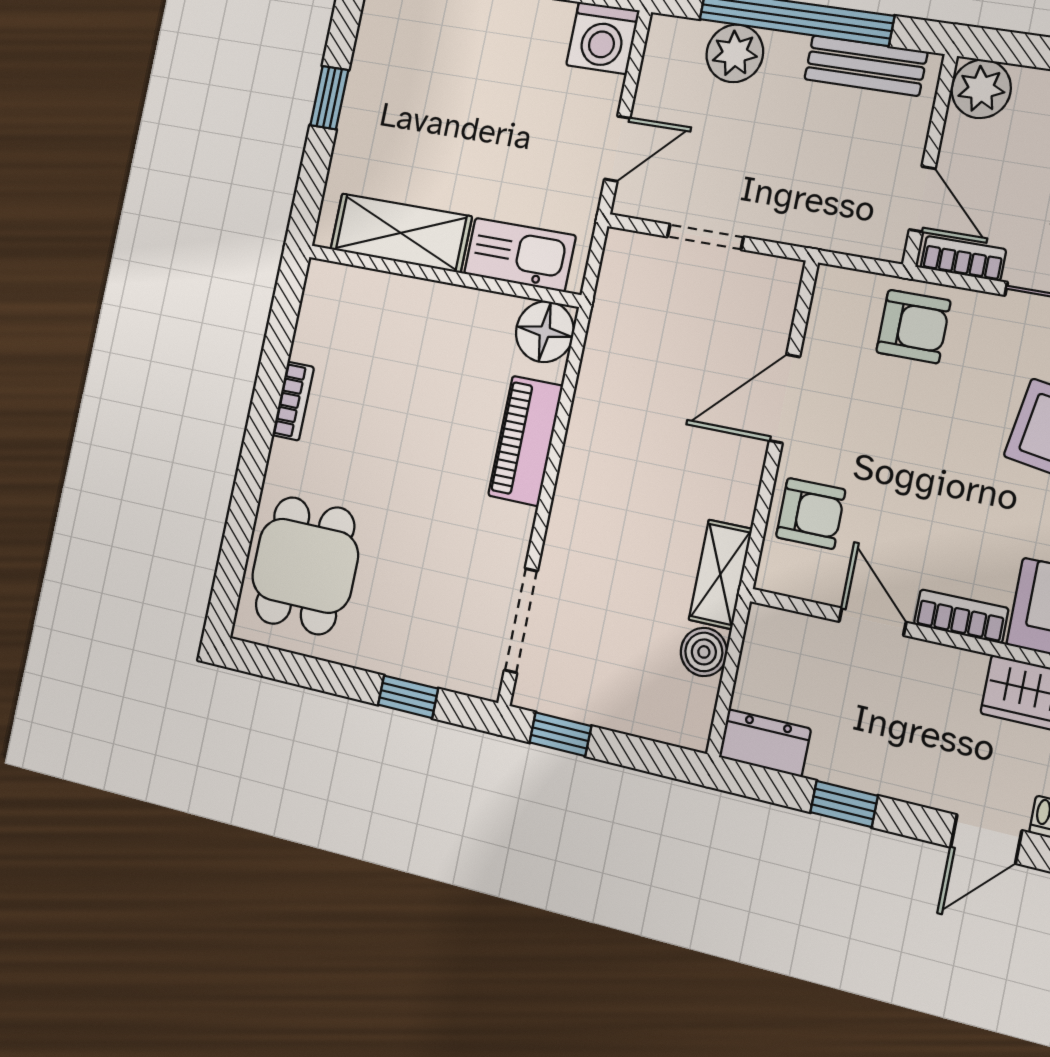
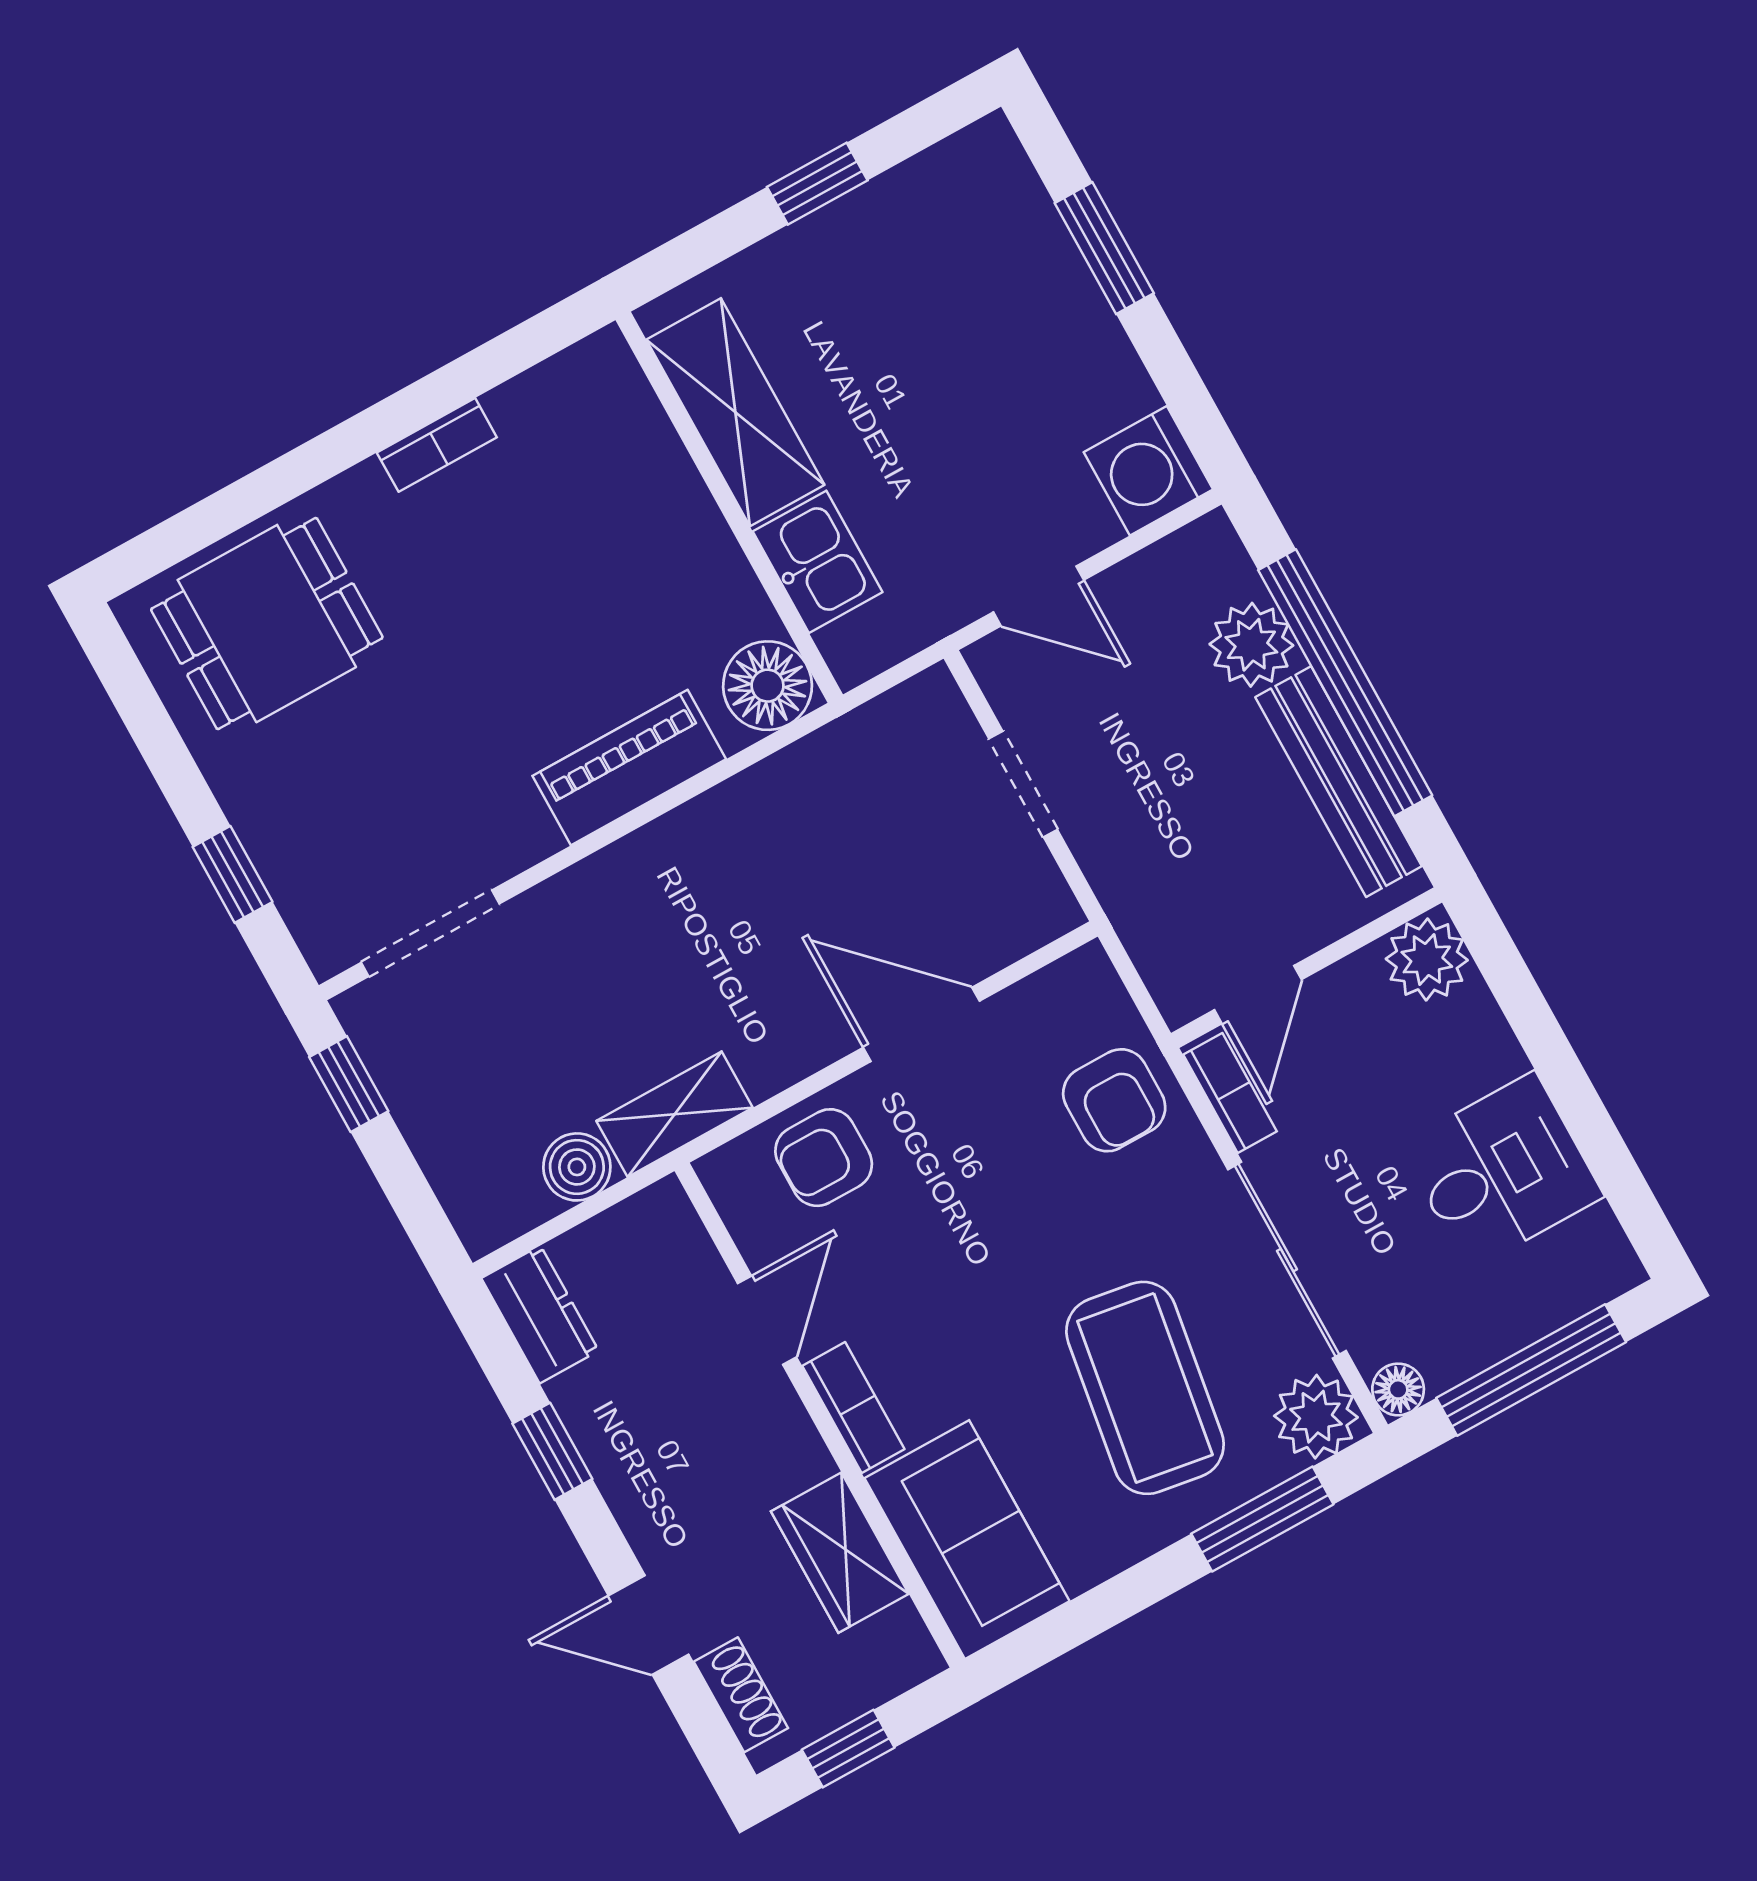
bench: (866, 66) -> (1339, 782), width x1.36
kitchen sink: (520, 255) -> (818, 562), width x0.73
armchair: (811, 513) -> (824, 1158), turned 90

